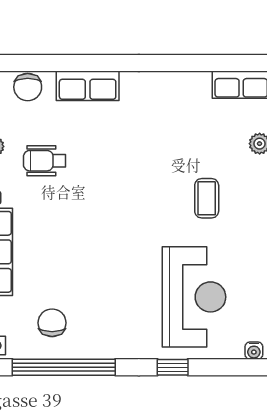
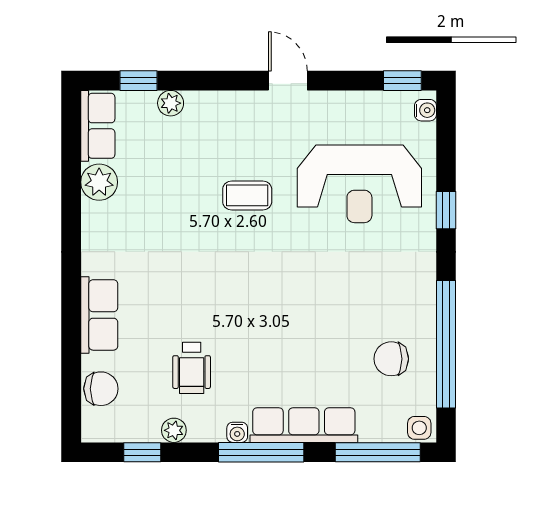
plant: (195, 86) -> (99, 182), added
coffee table: (207, 198) -> (247, 195), moved
reception desk: (194, 297) -> (359, 184), turned 180

